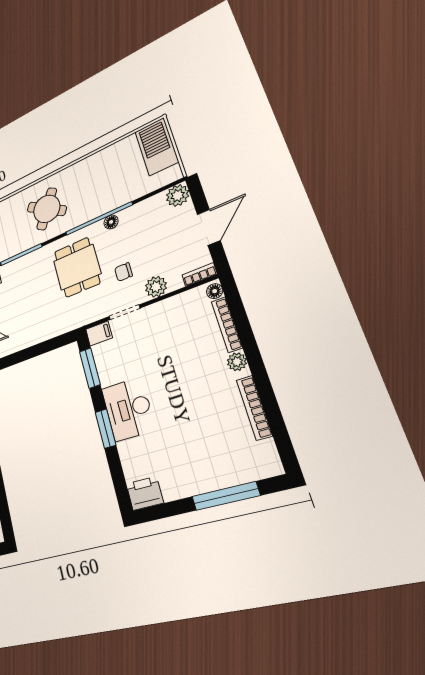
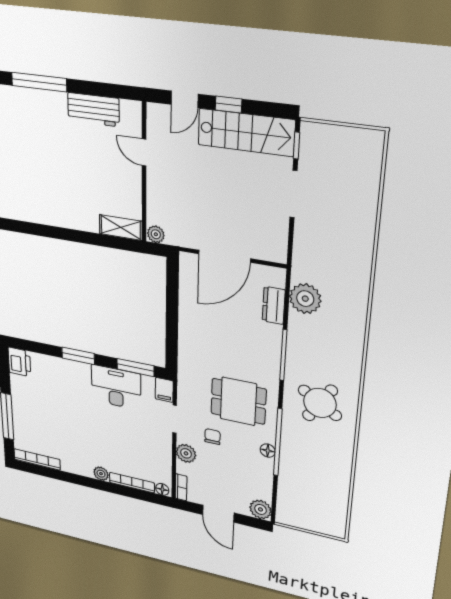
barbecue: (157, 147) -> (319, 520), removed
bookcase: (254, 408) -> (37, 459), moved
desk: (128, 409) -> (116, 387), moved

